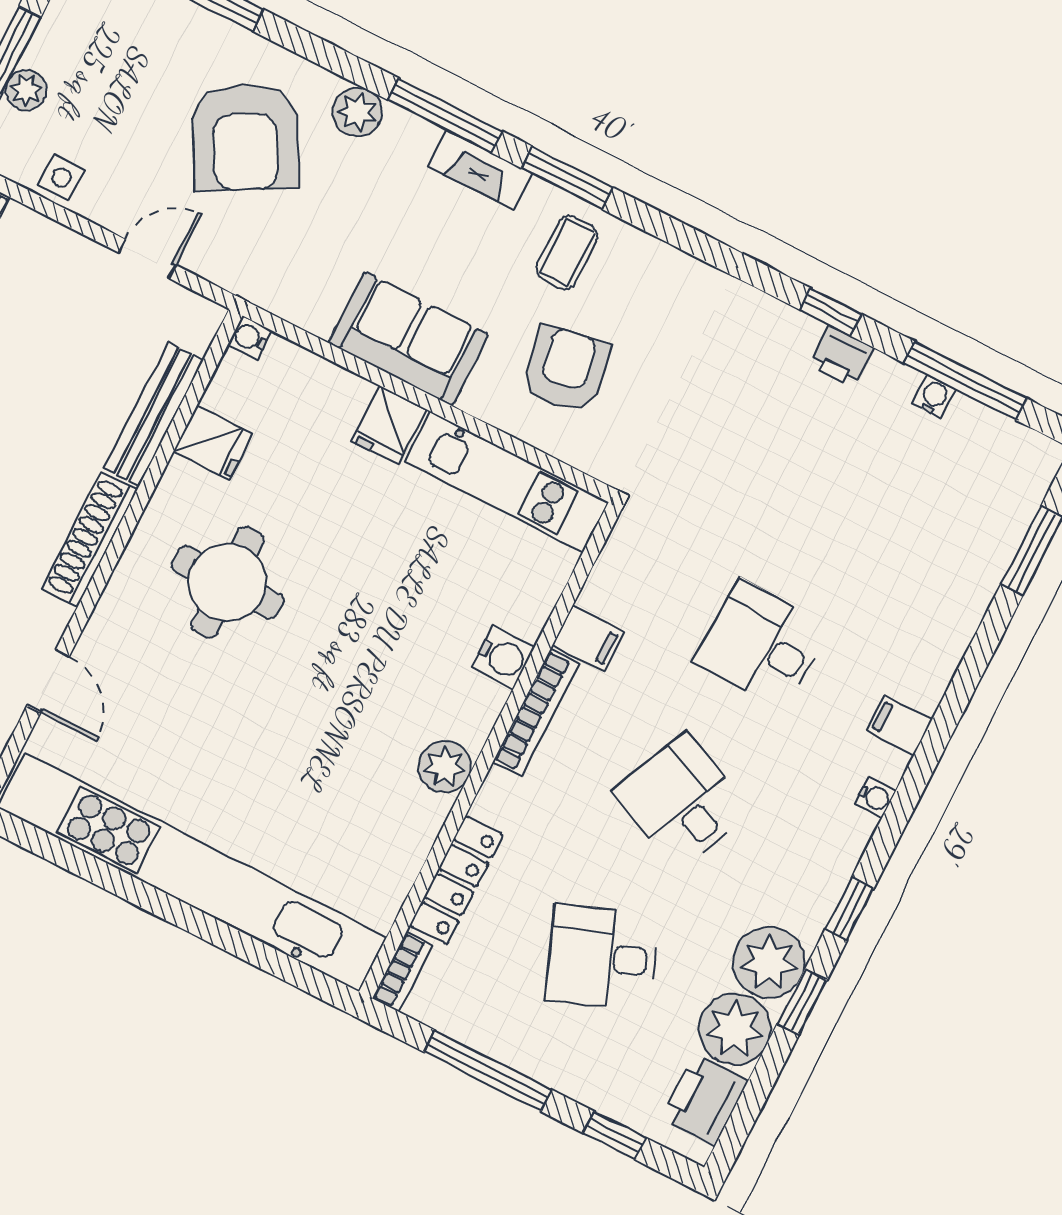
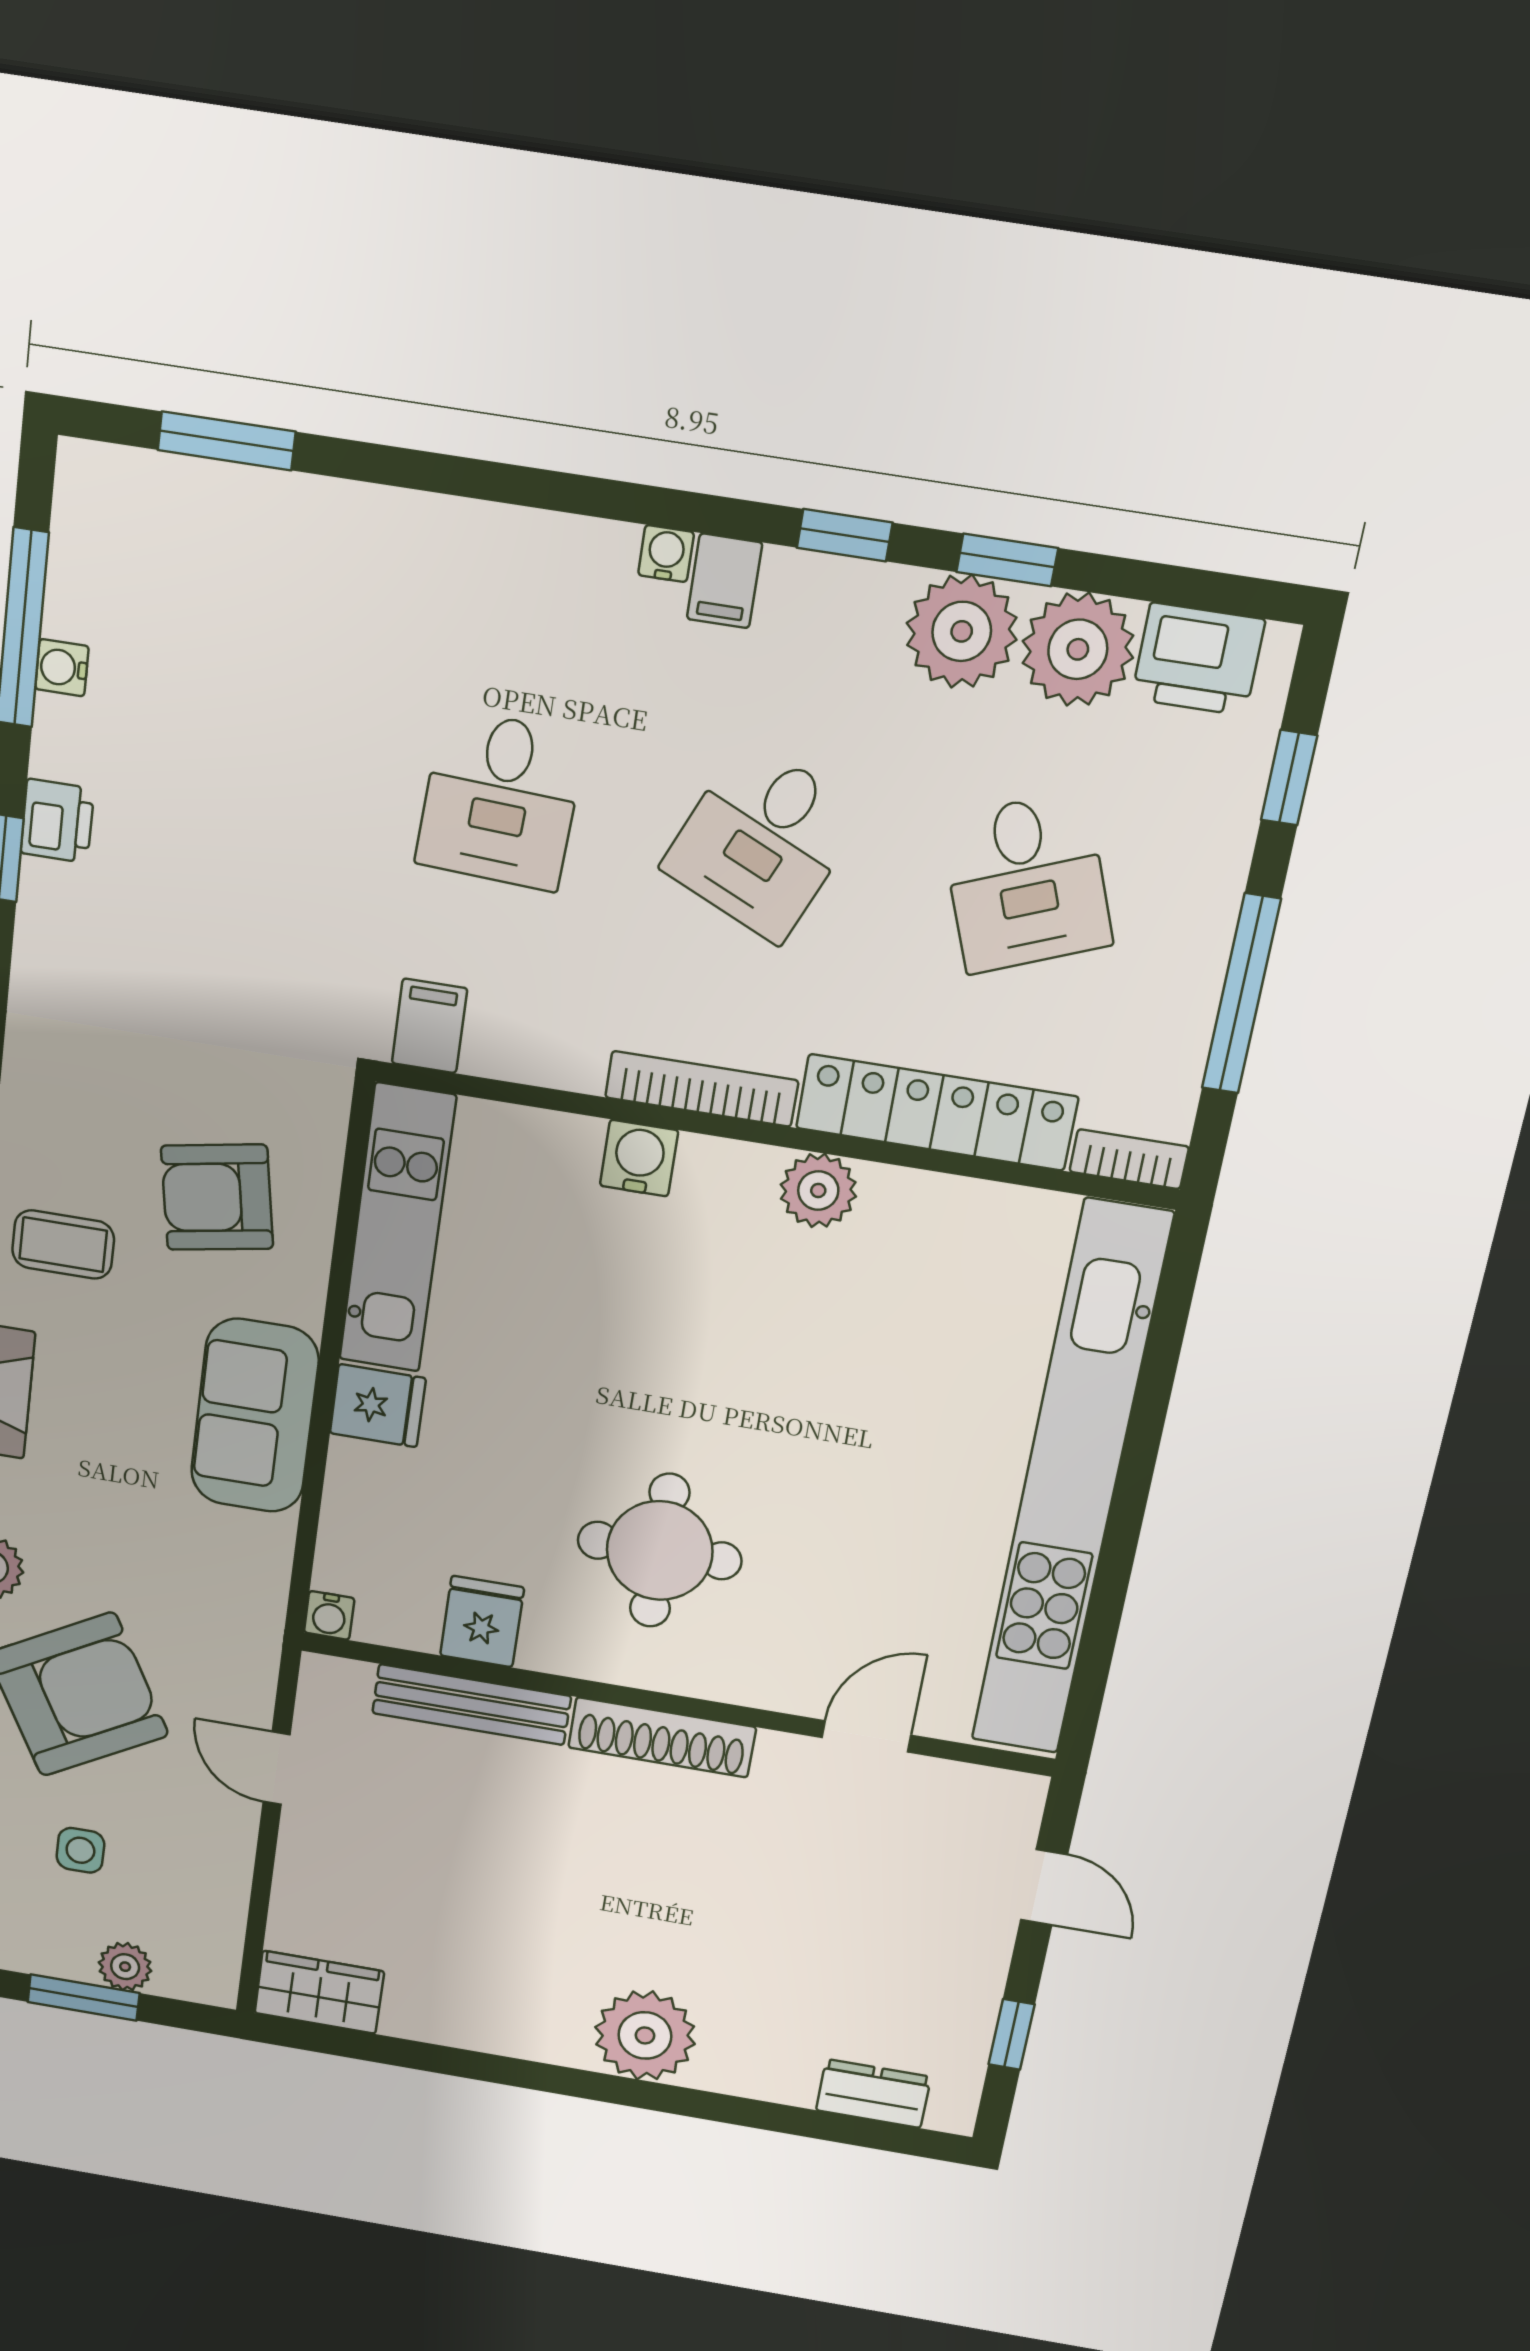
side table: (61, 178) -> (80, 1850), moved
filing cabinet: (588, 639) -> (429, 1026), moved
filing cabinet: (899, 725) -> (725, 581), moved
locker: (456, 880) -> (937, 1112), width x1.41, depth x1.21

